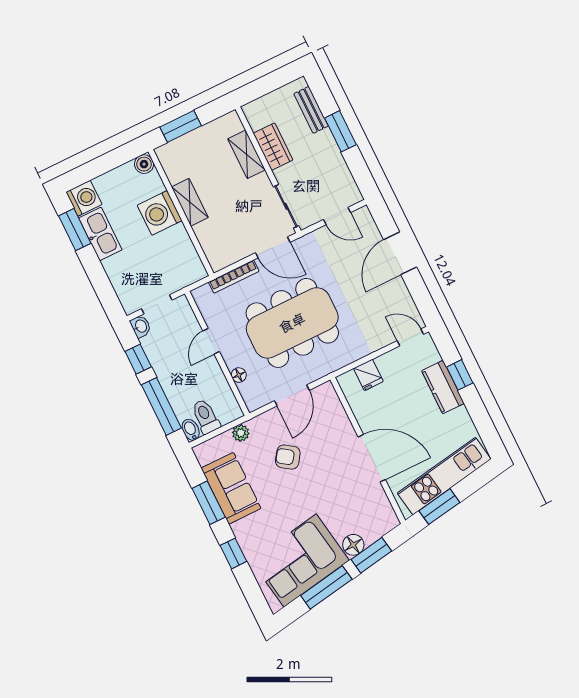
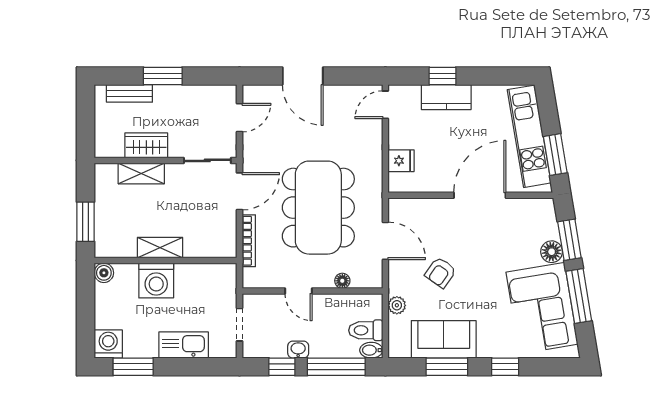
kitchen sink: (100, 234) -> (184, 345), moved
washbasin: (141, 326) -> (298, 350), moved

